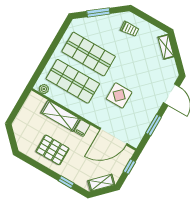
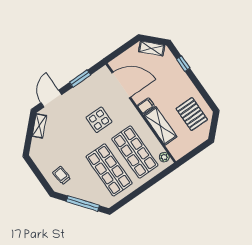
window: (98, 12) -> (83, 203), width x1.44
shelving: (166, 47) -> (39, 126), moved
pallet: (52, 150) -> (192, 114), moved
window: (129, 167) -> (119, 51), removed

